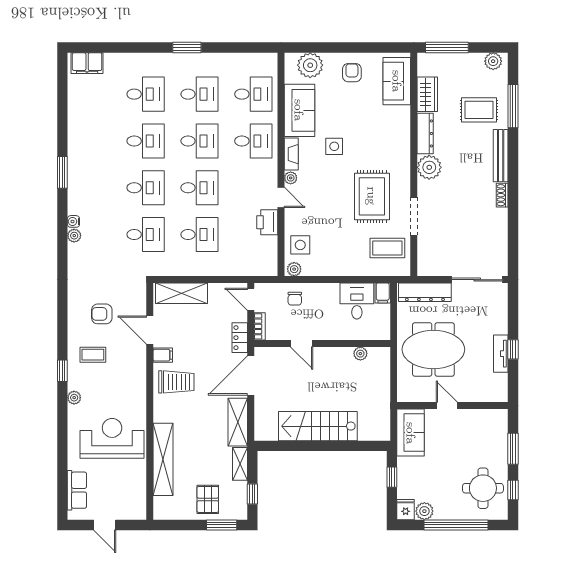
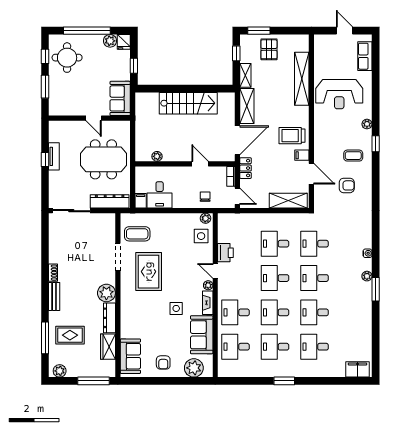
bench: (501, 156) -> (54, 296), width x0.73
plant: (74, 236) -> (367, 276), moved

